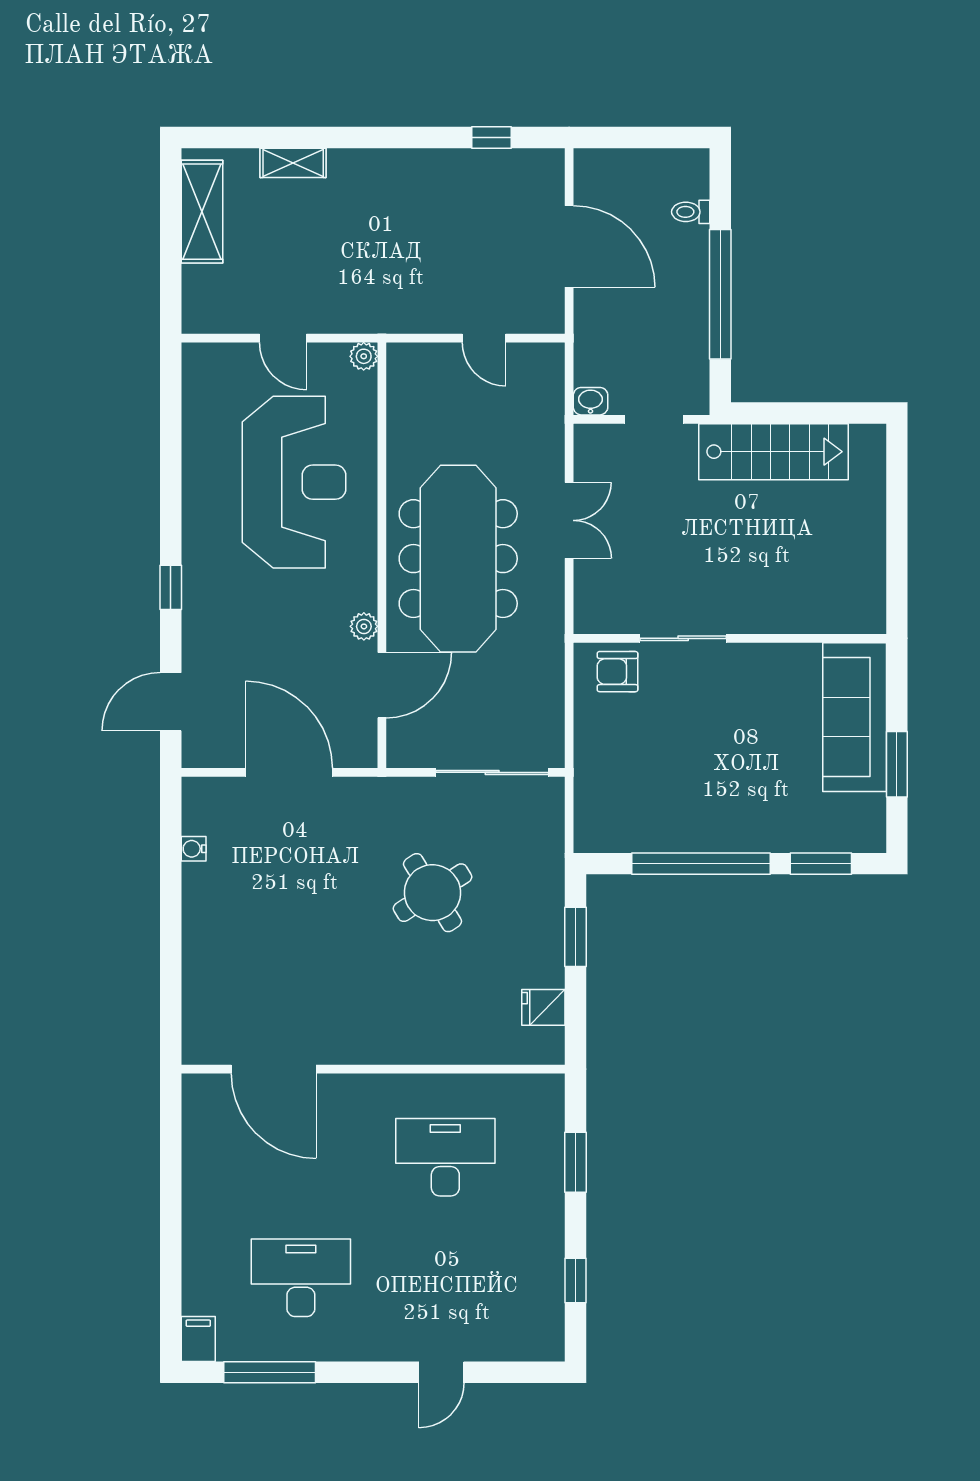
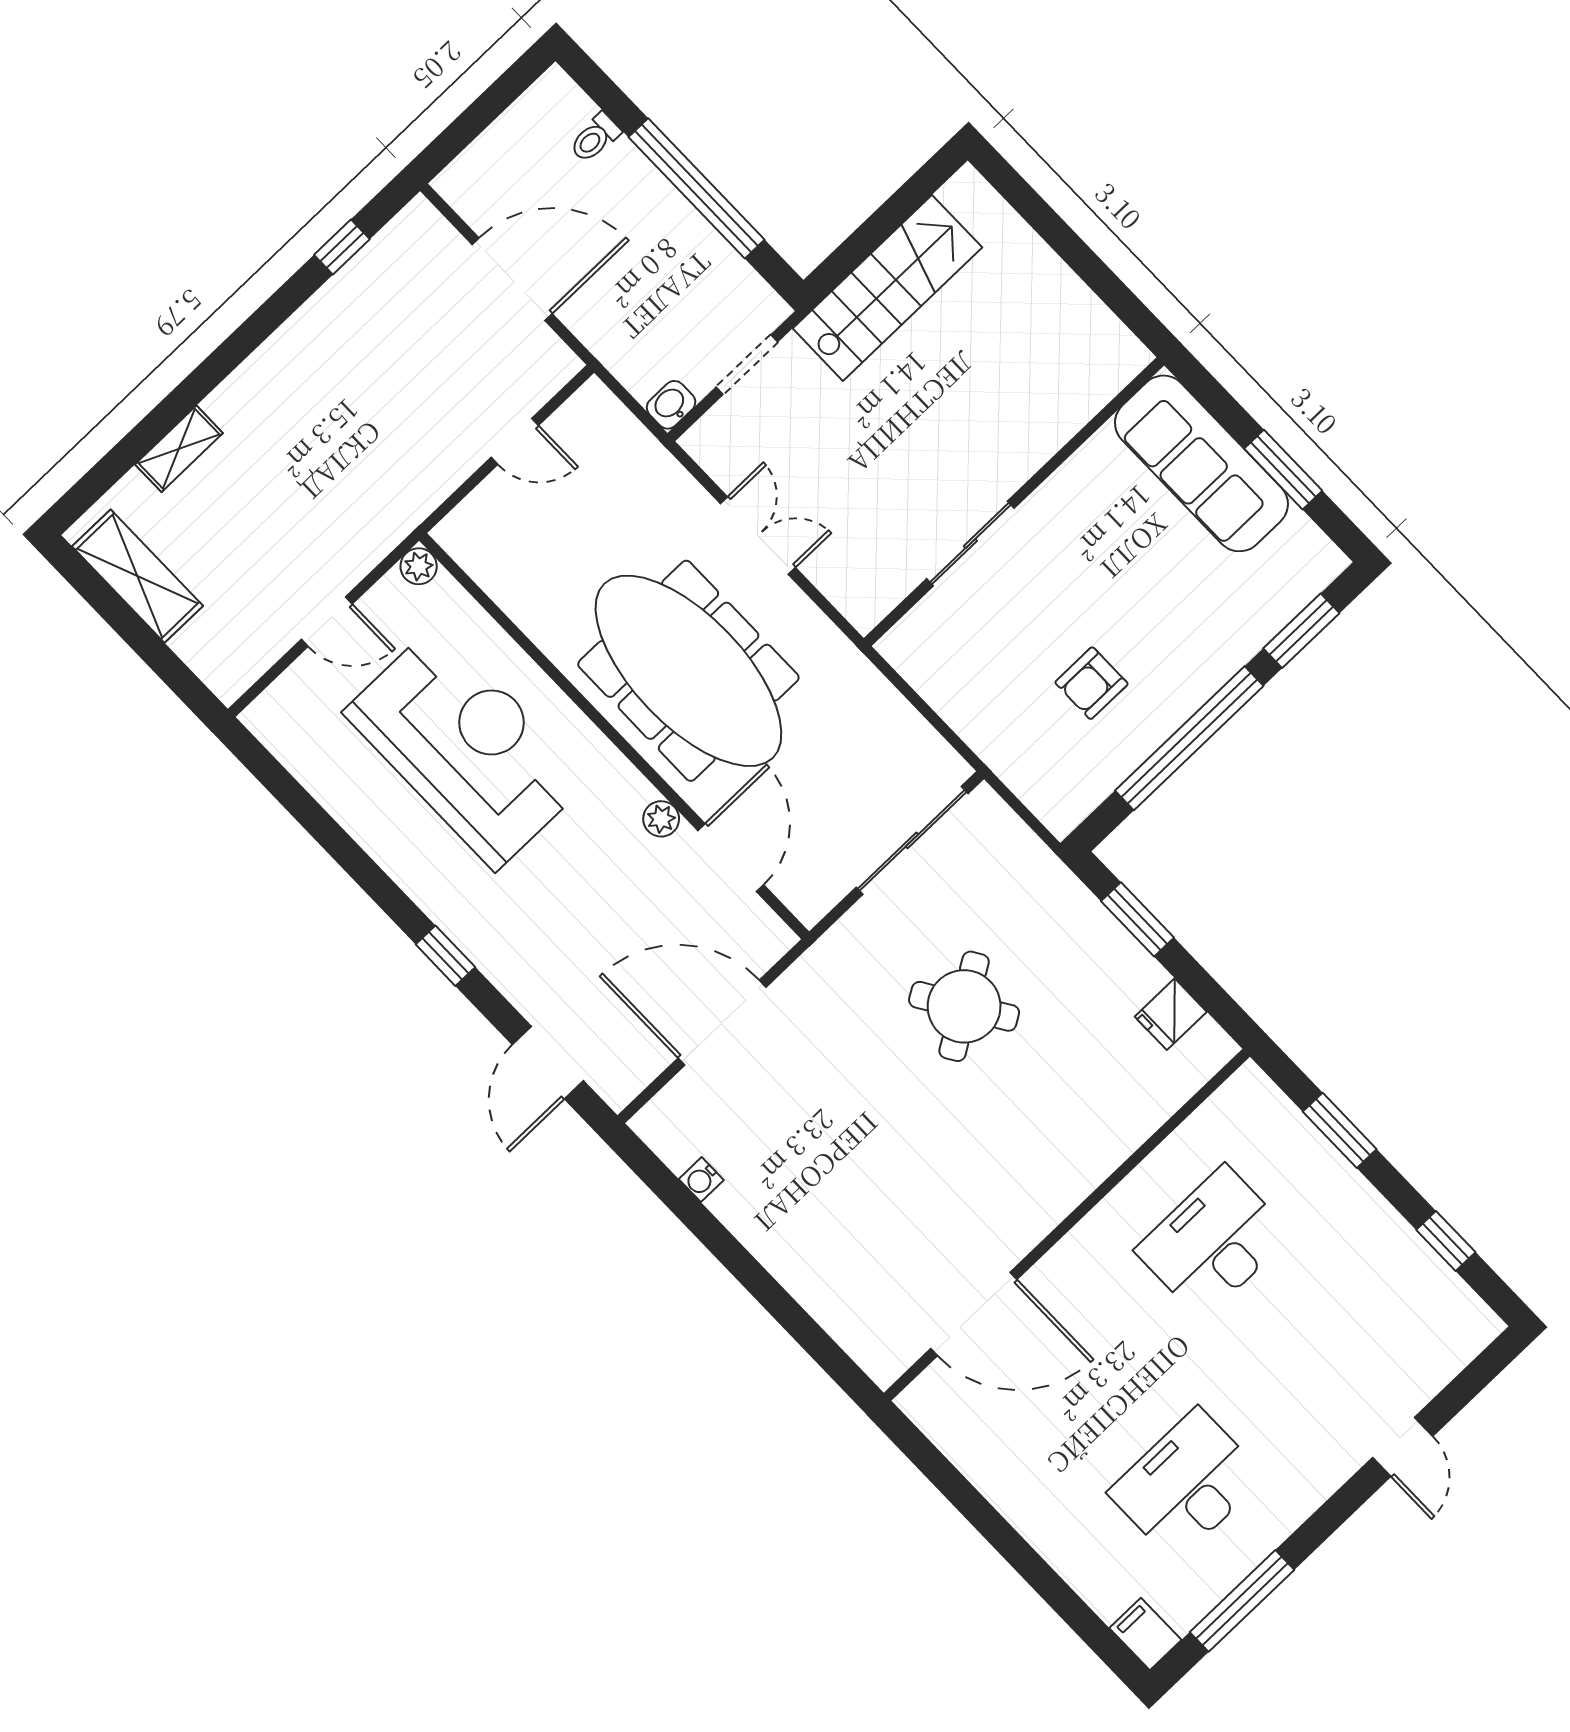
armchair: (618, 672) -> (1091, 683), moved

